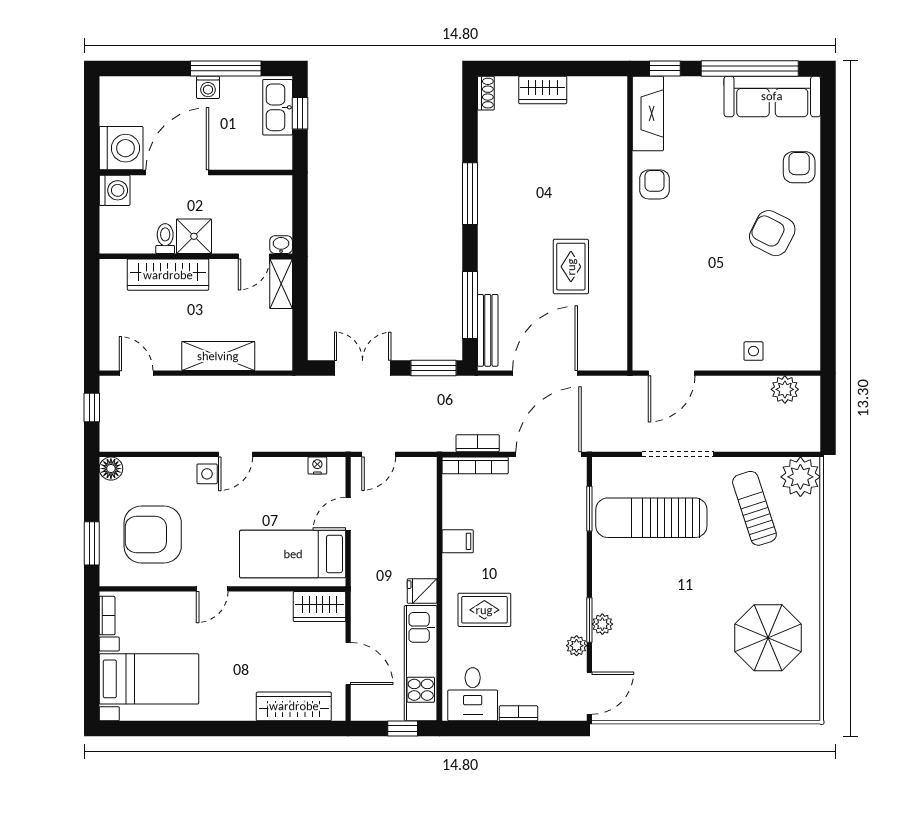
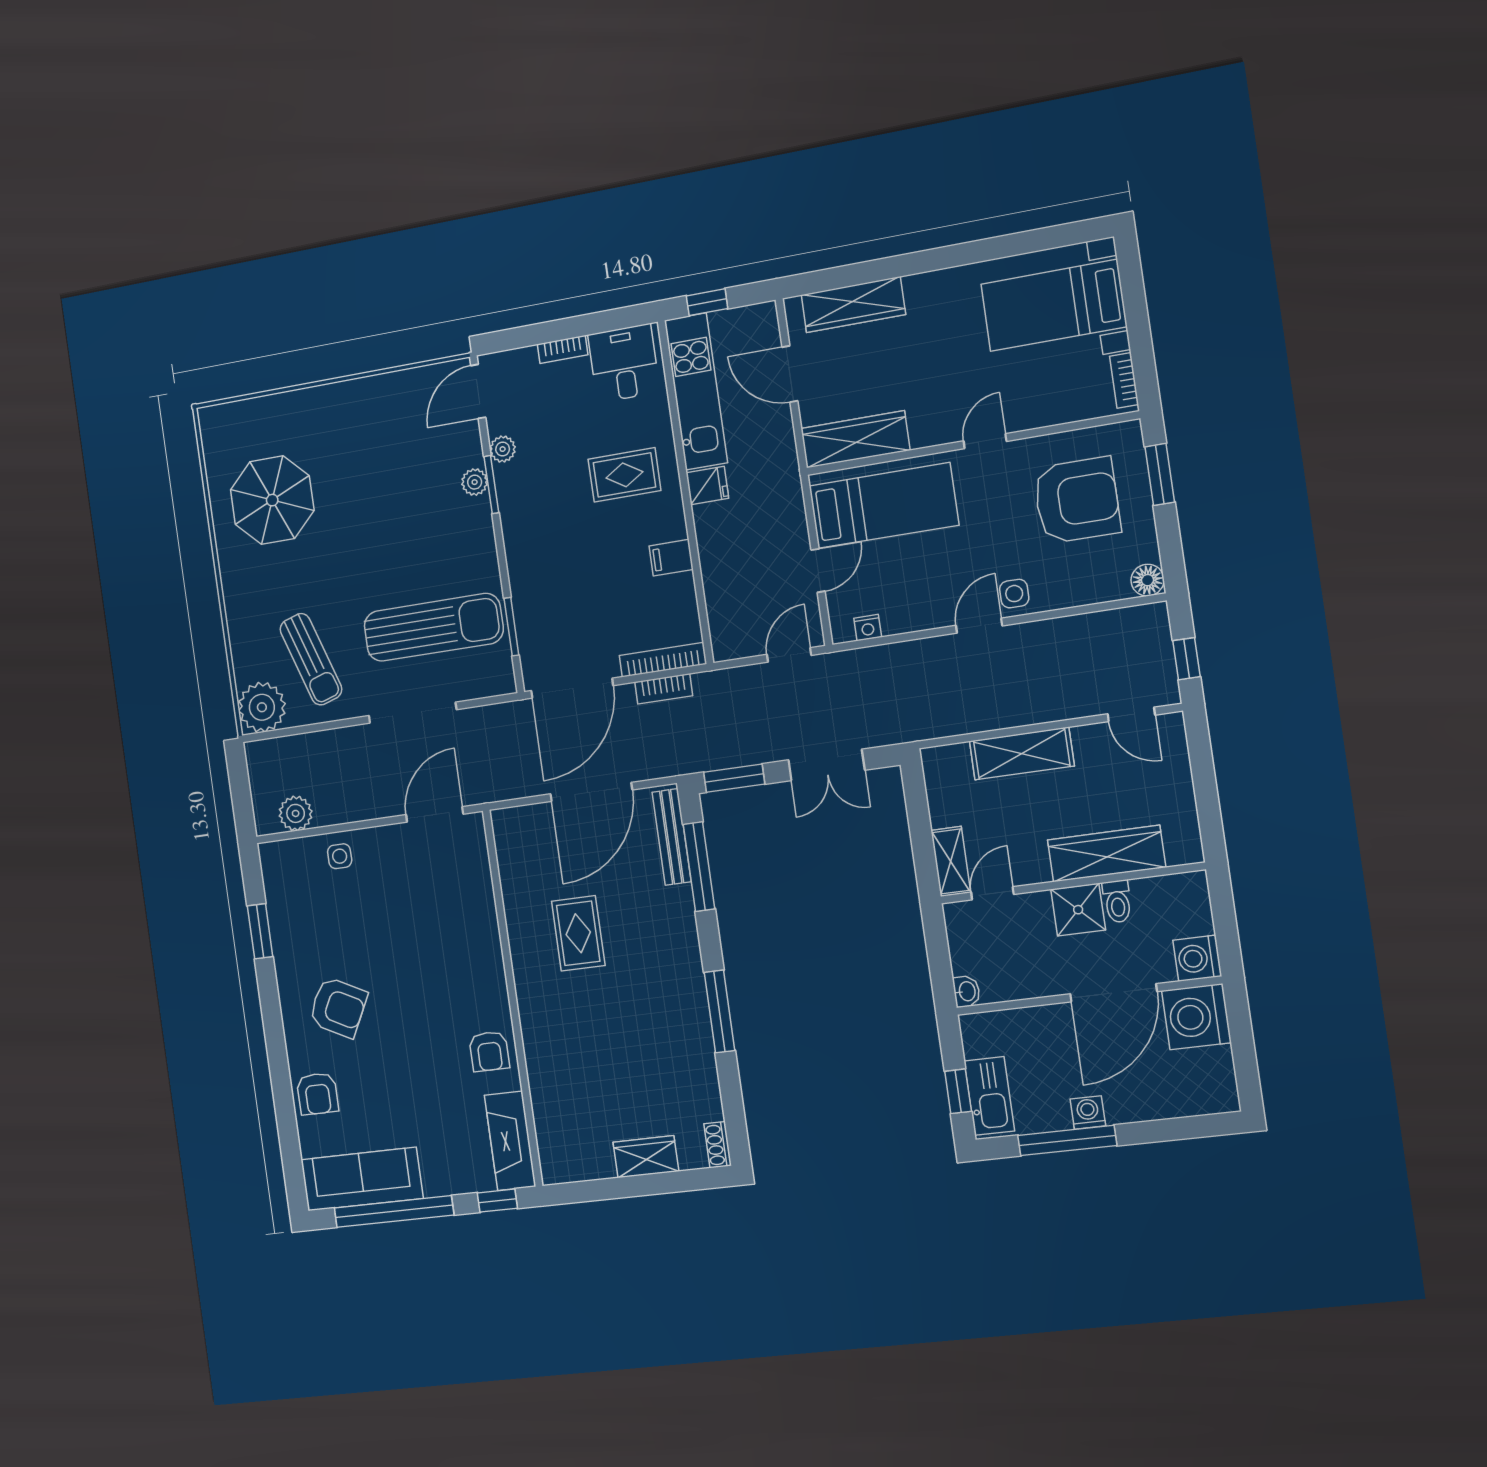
washbasin: (281, 245) -> (966, 991), moved, turned -90
window: (828, 301) -> (260, 931), added
wardrobe: (320, 607) -> (855, 439), width x1.50

